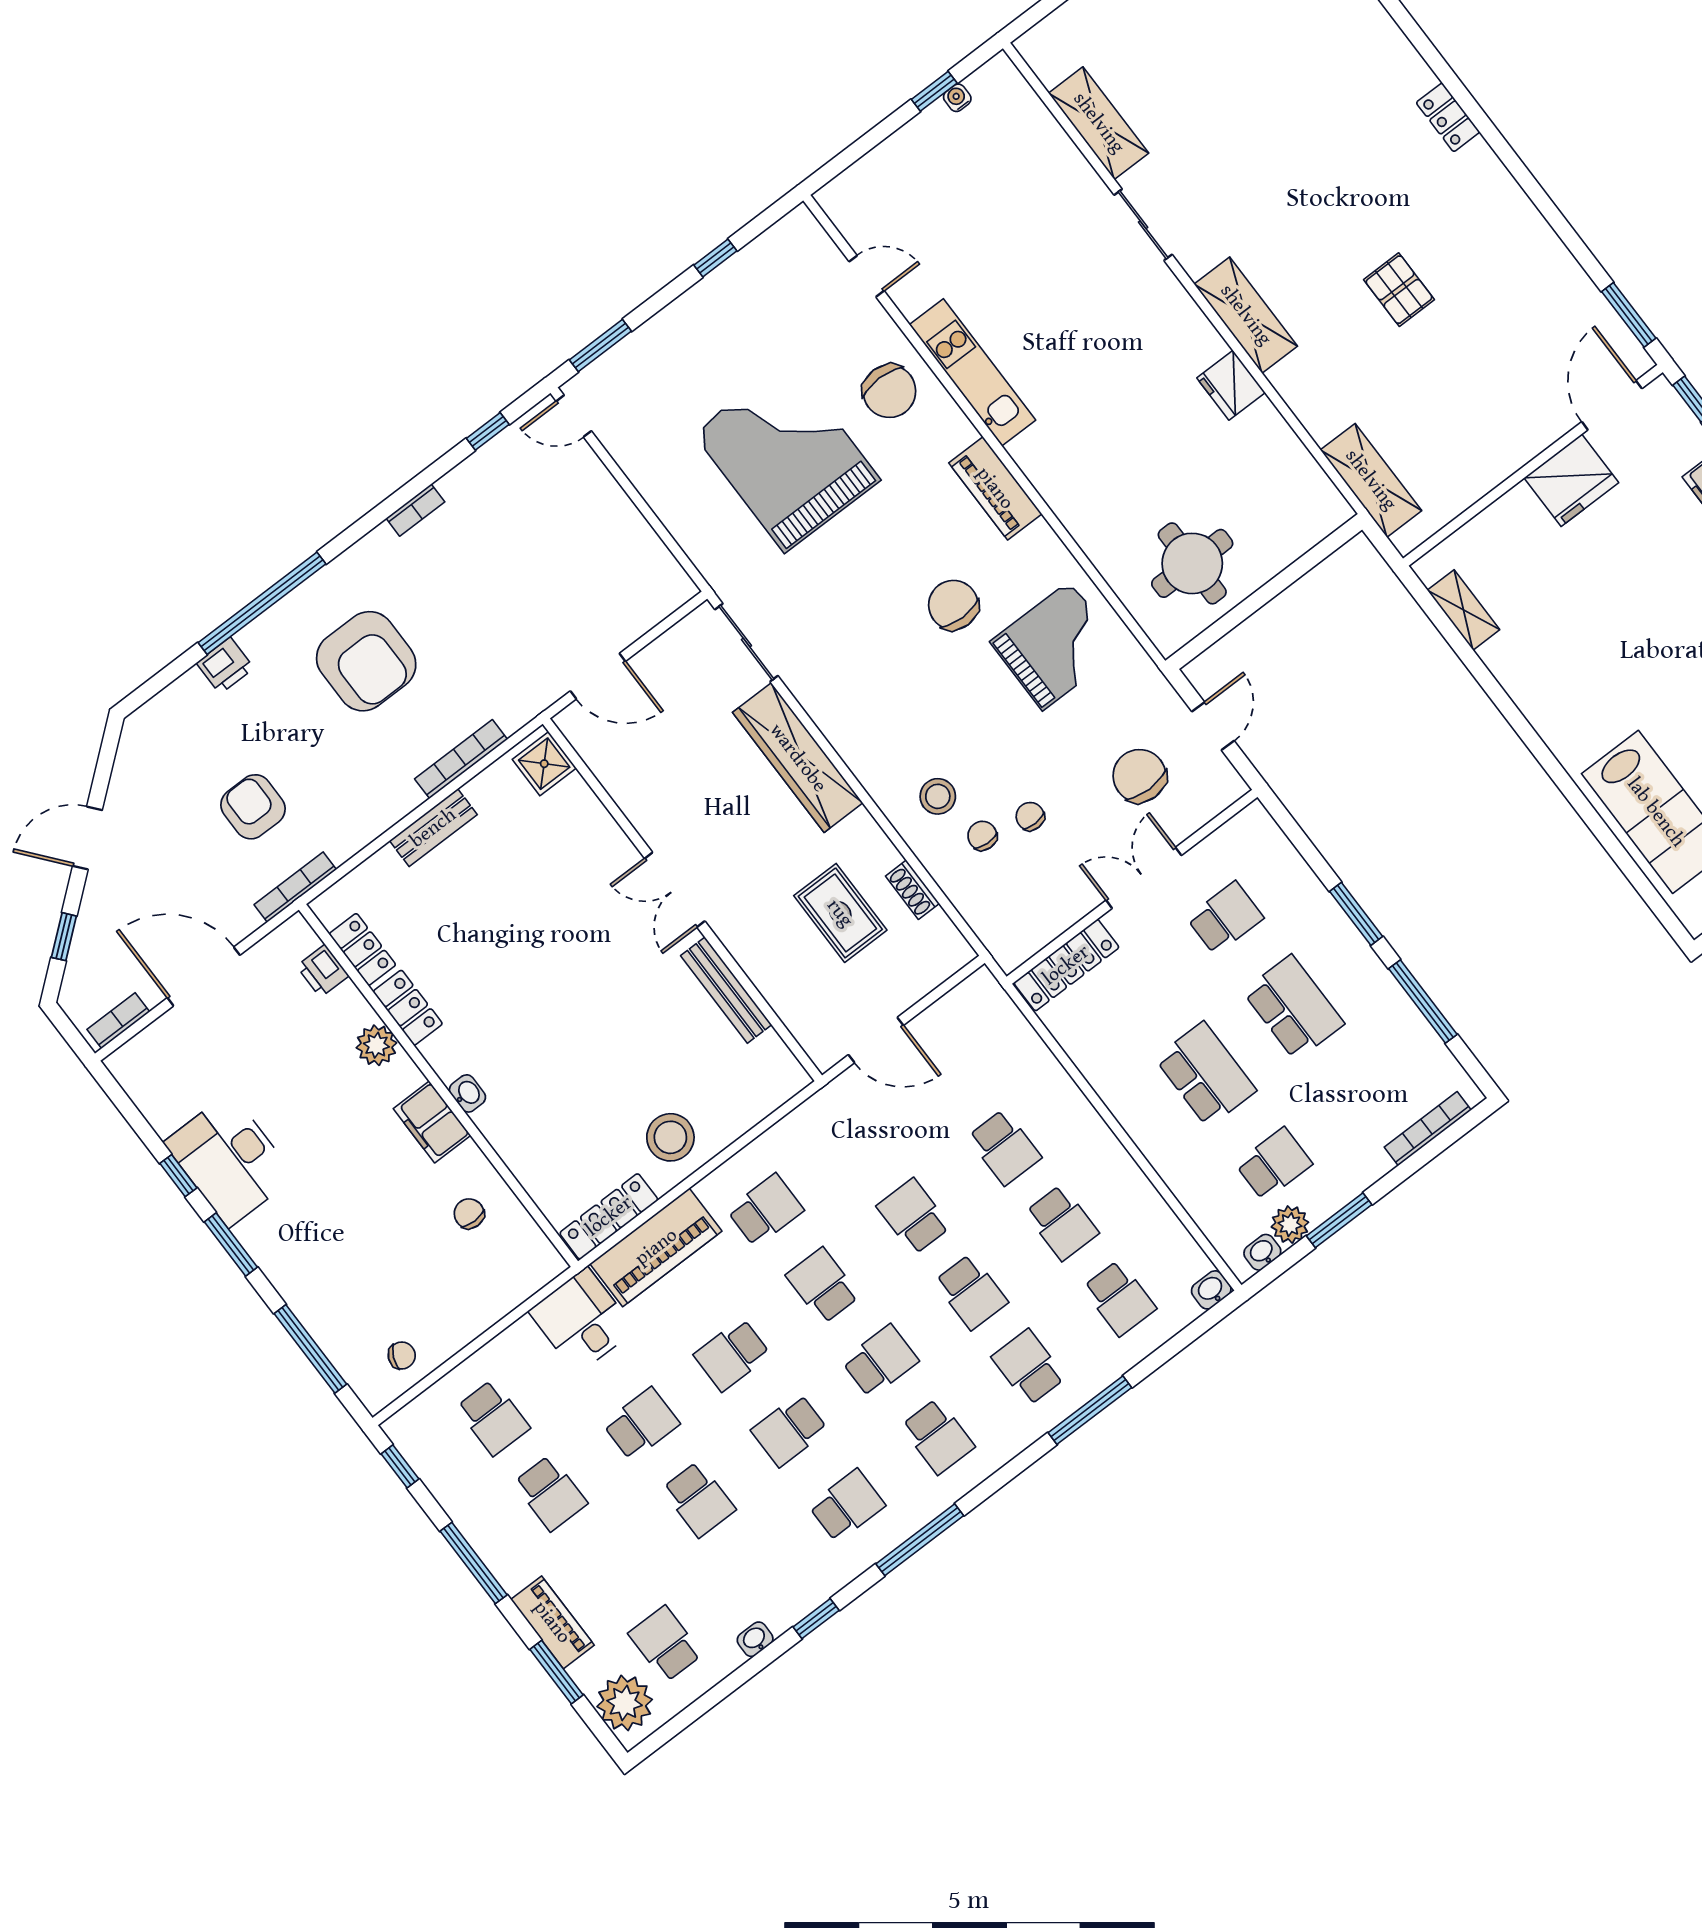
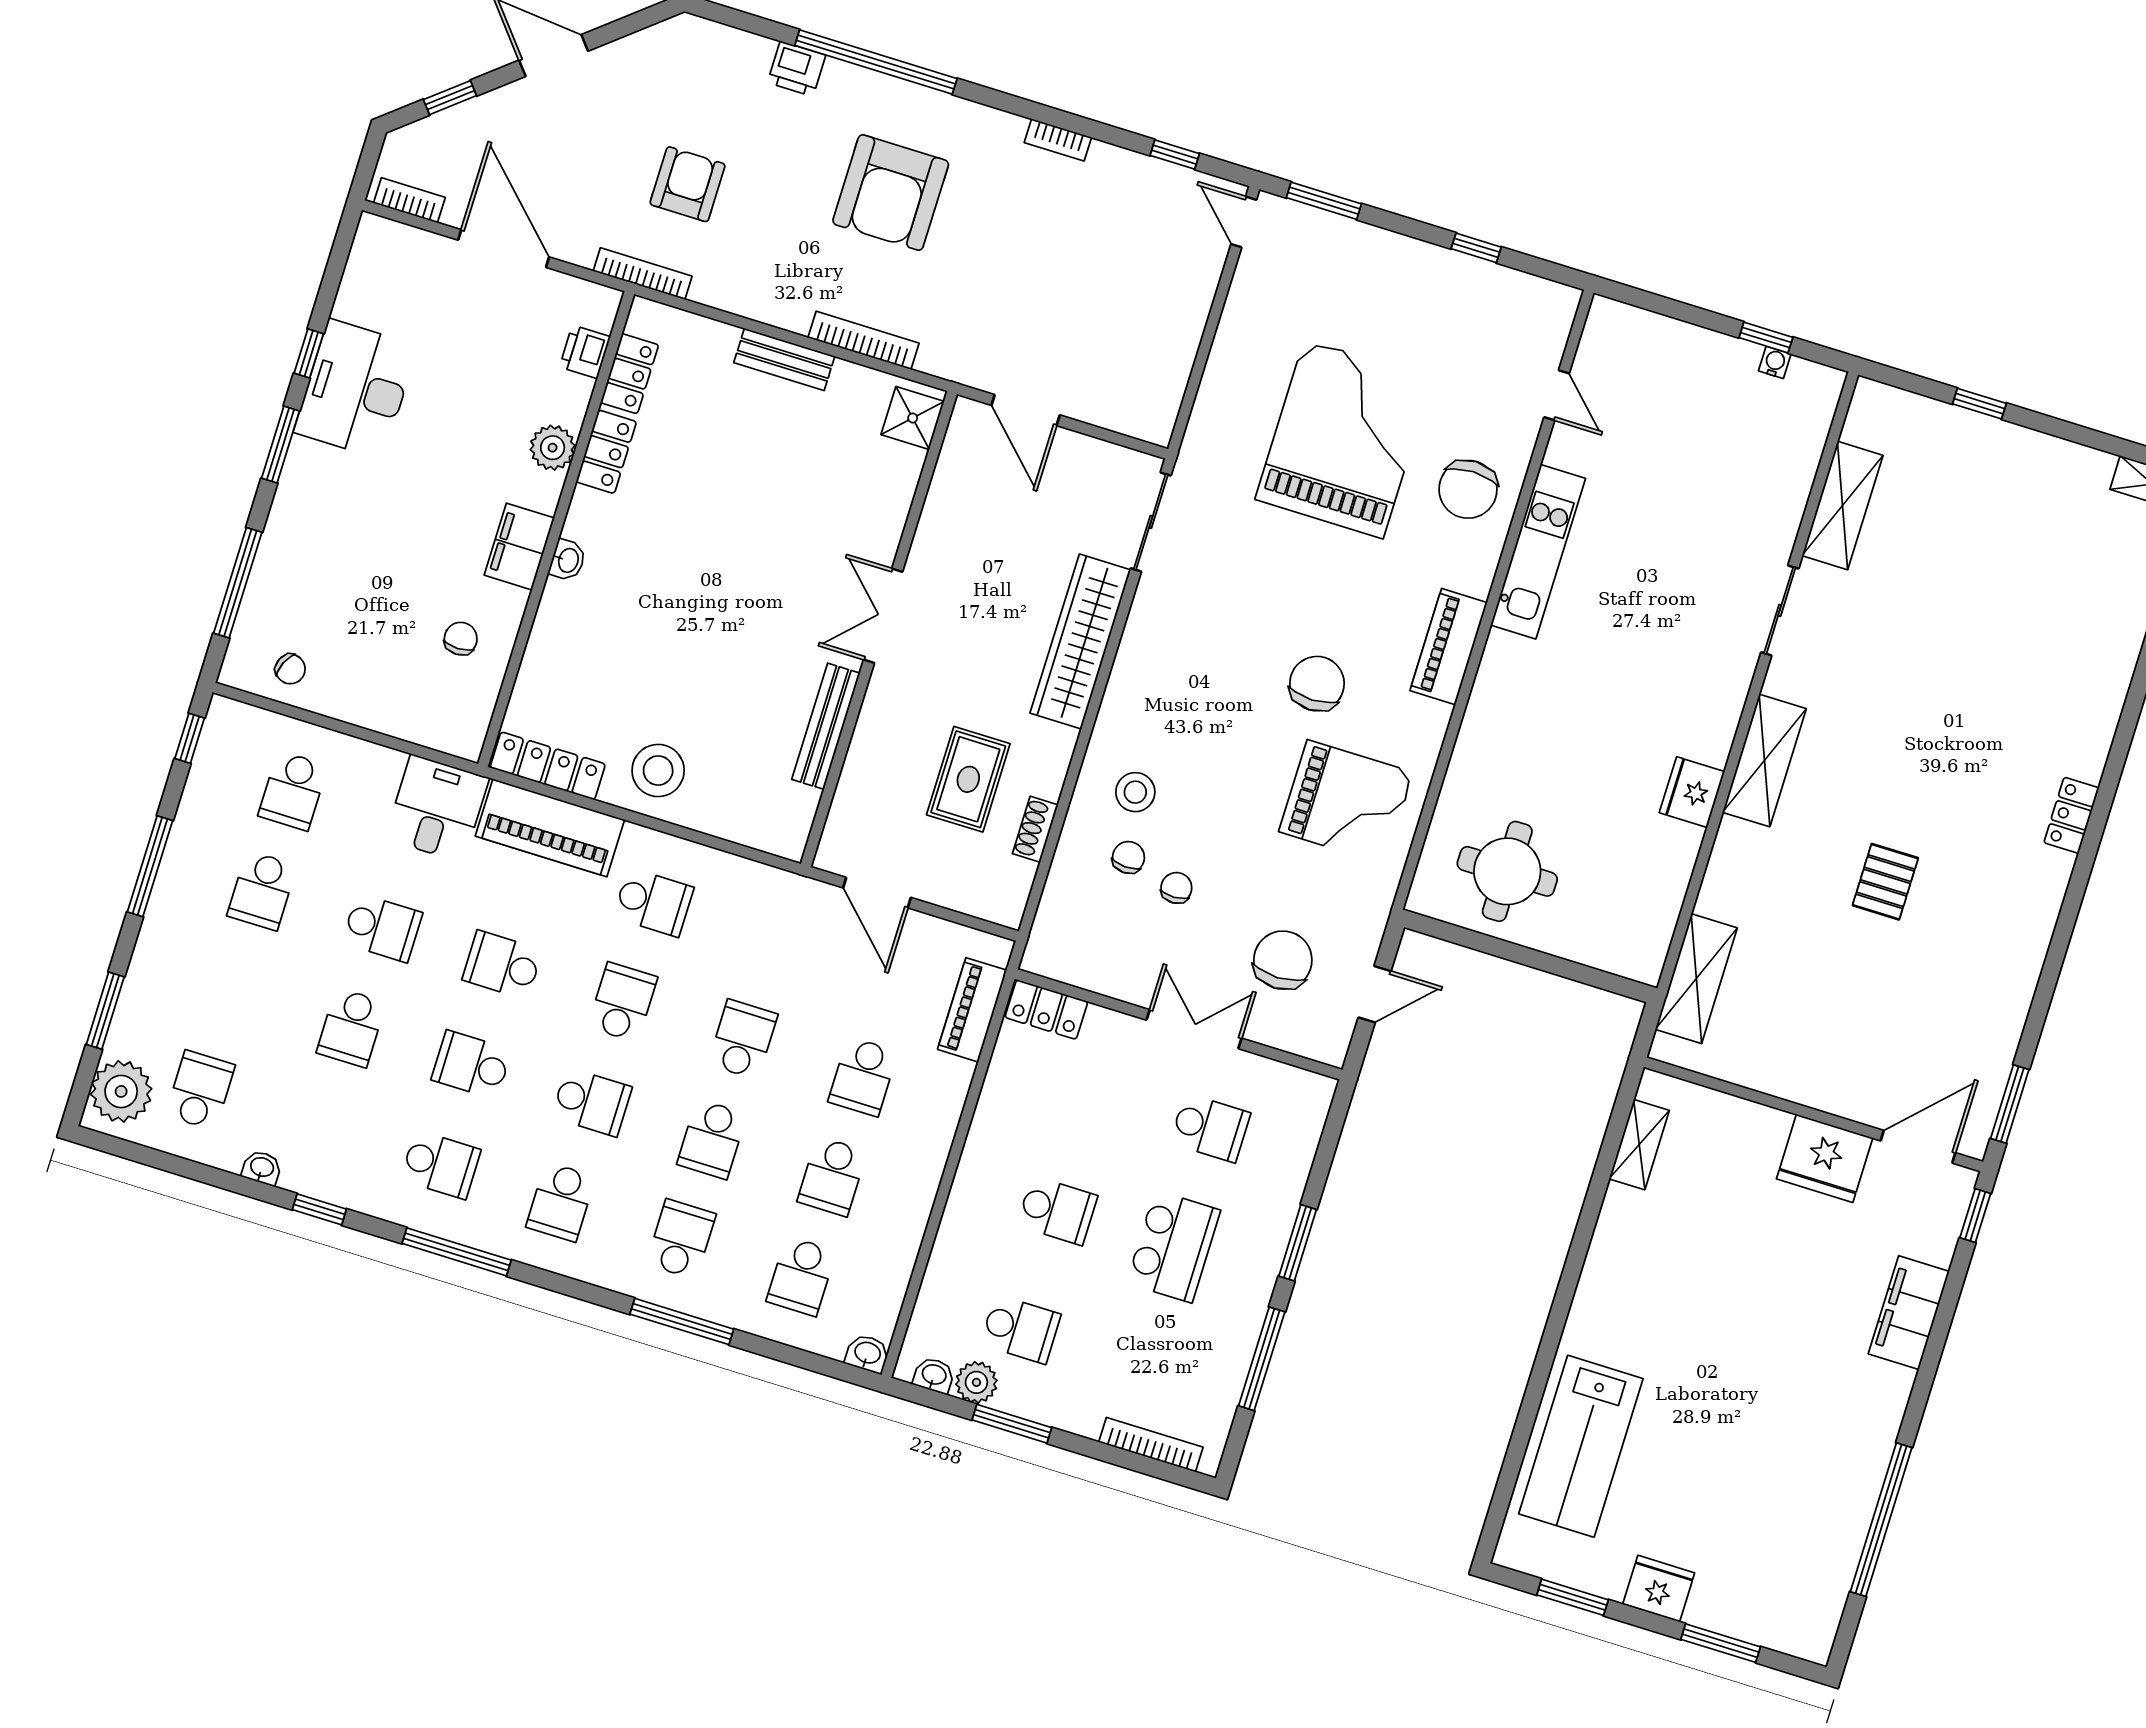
locker: (1066, 965) -> (1046, 1009), width x0.66
school desk: (1206, 1074) -> (1057, 1211), width x0.54
piano: (552, 1622) -> (972, 1010), moved, turned 180

